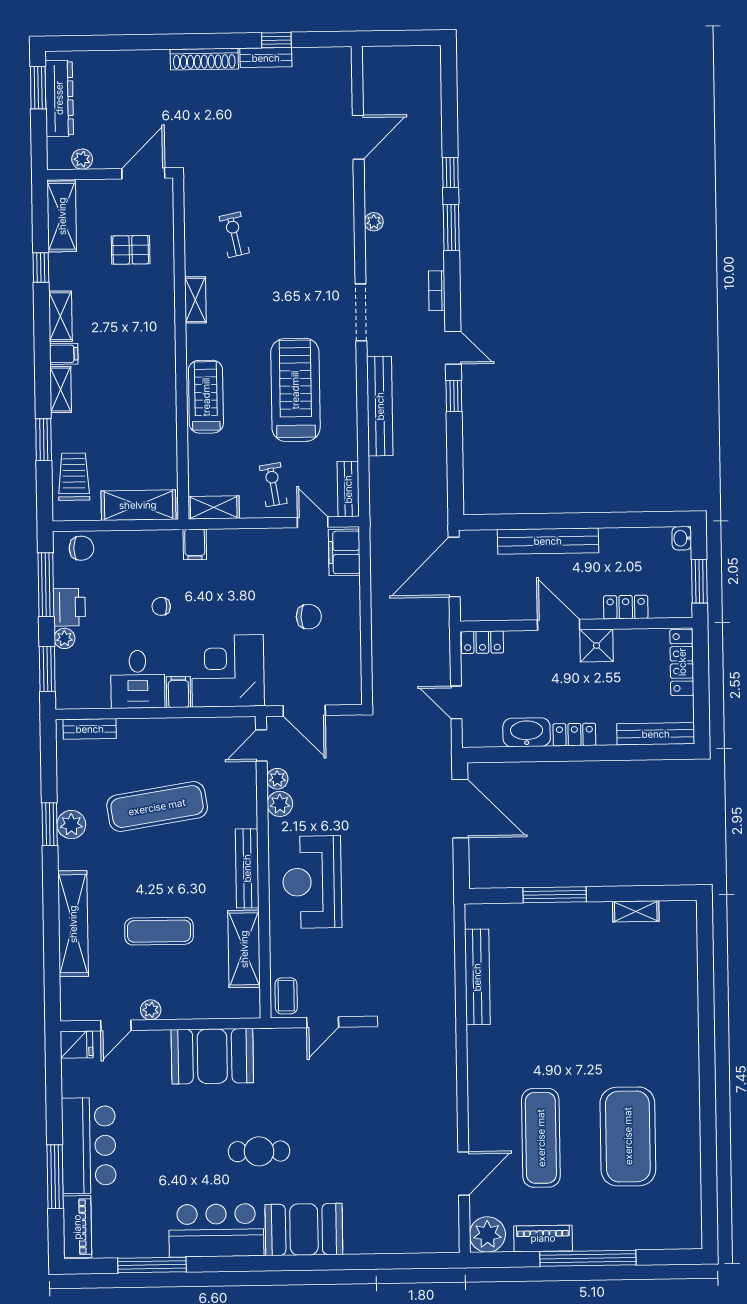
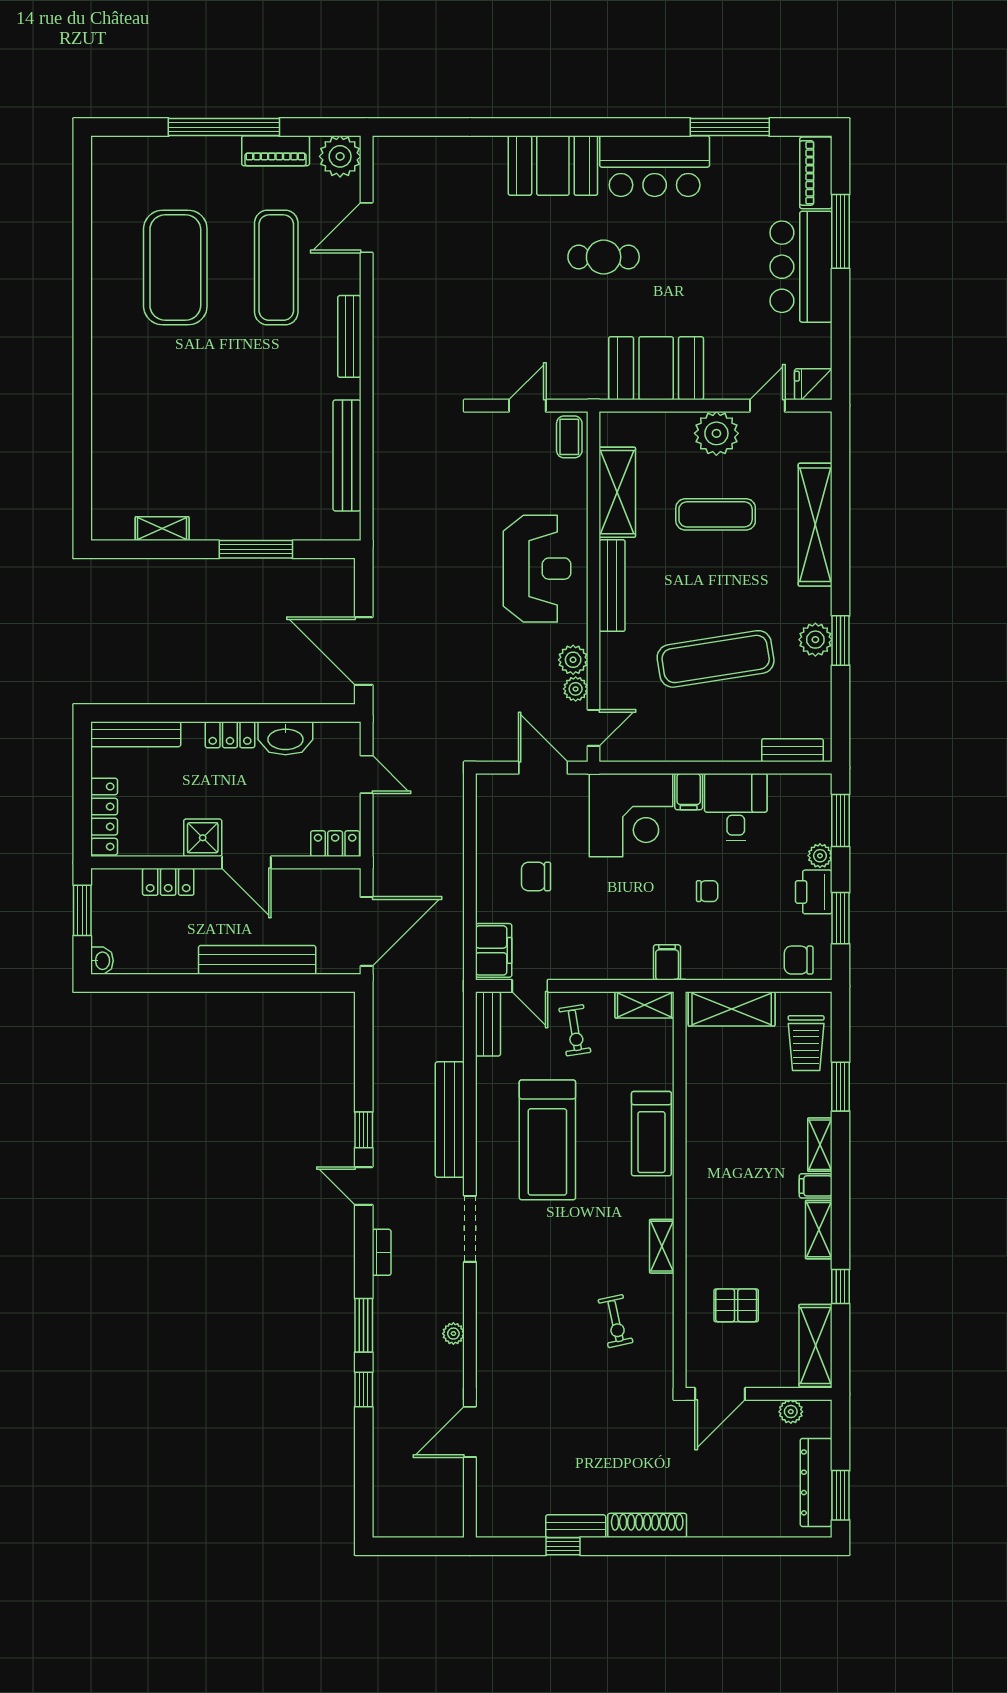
window: (46, 585) -> (841, 918), width x0.69
plant: (151, 1010) -> (716, 433), width x1.88, depth x1.88
bench: (477, 1079) -> (349, 336), added

